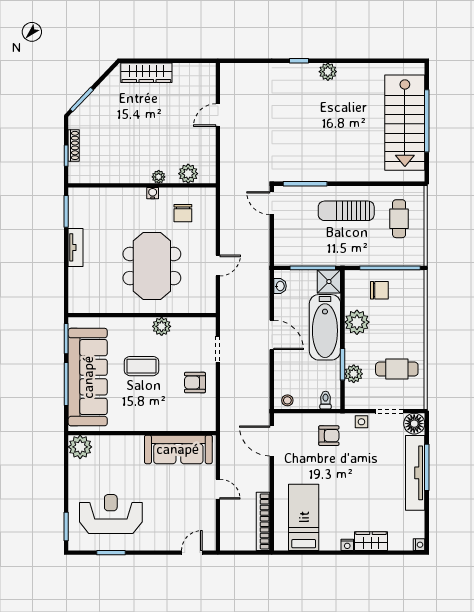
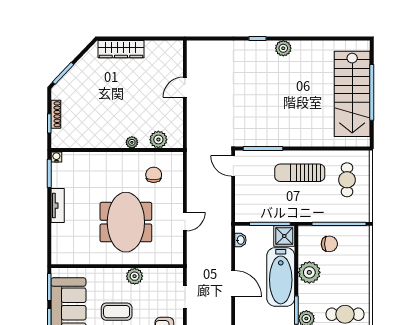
water cooler: (153, 193) -> (56, 157), moved
chair: (183, 213) -> (154, 175), turned 180

